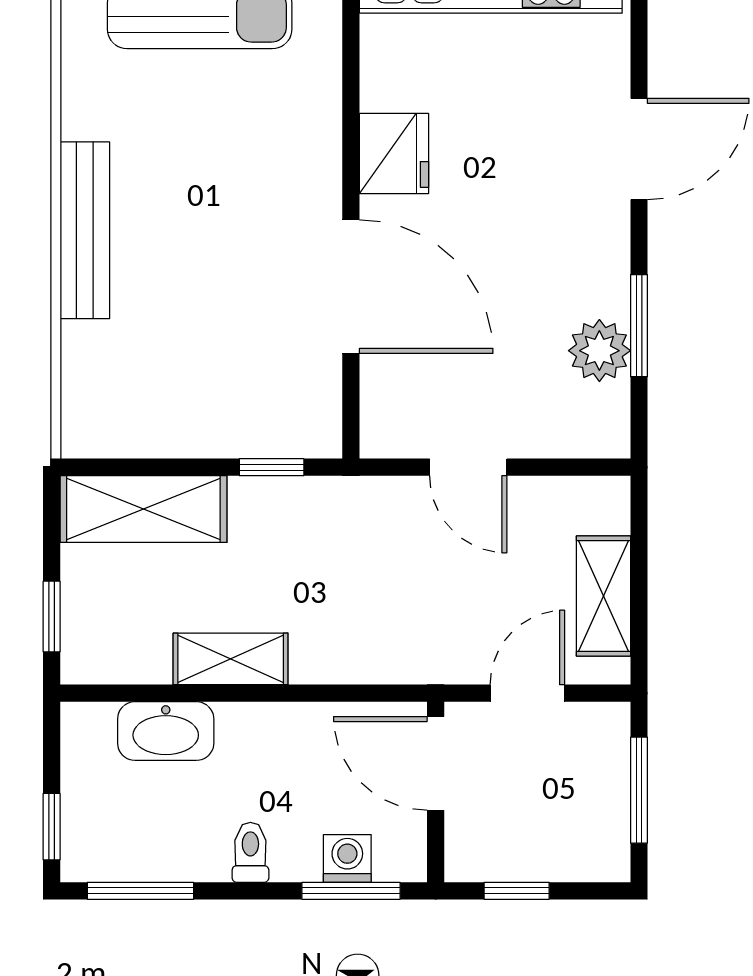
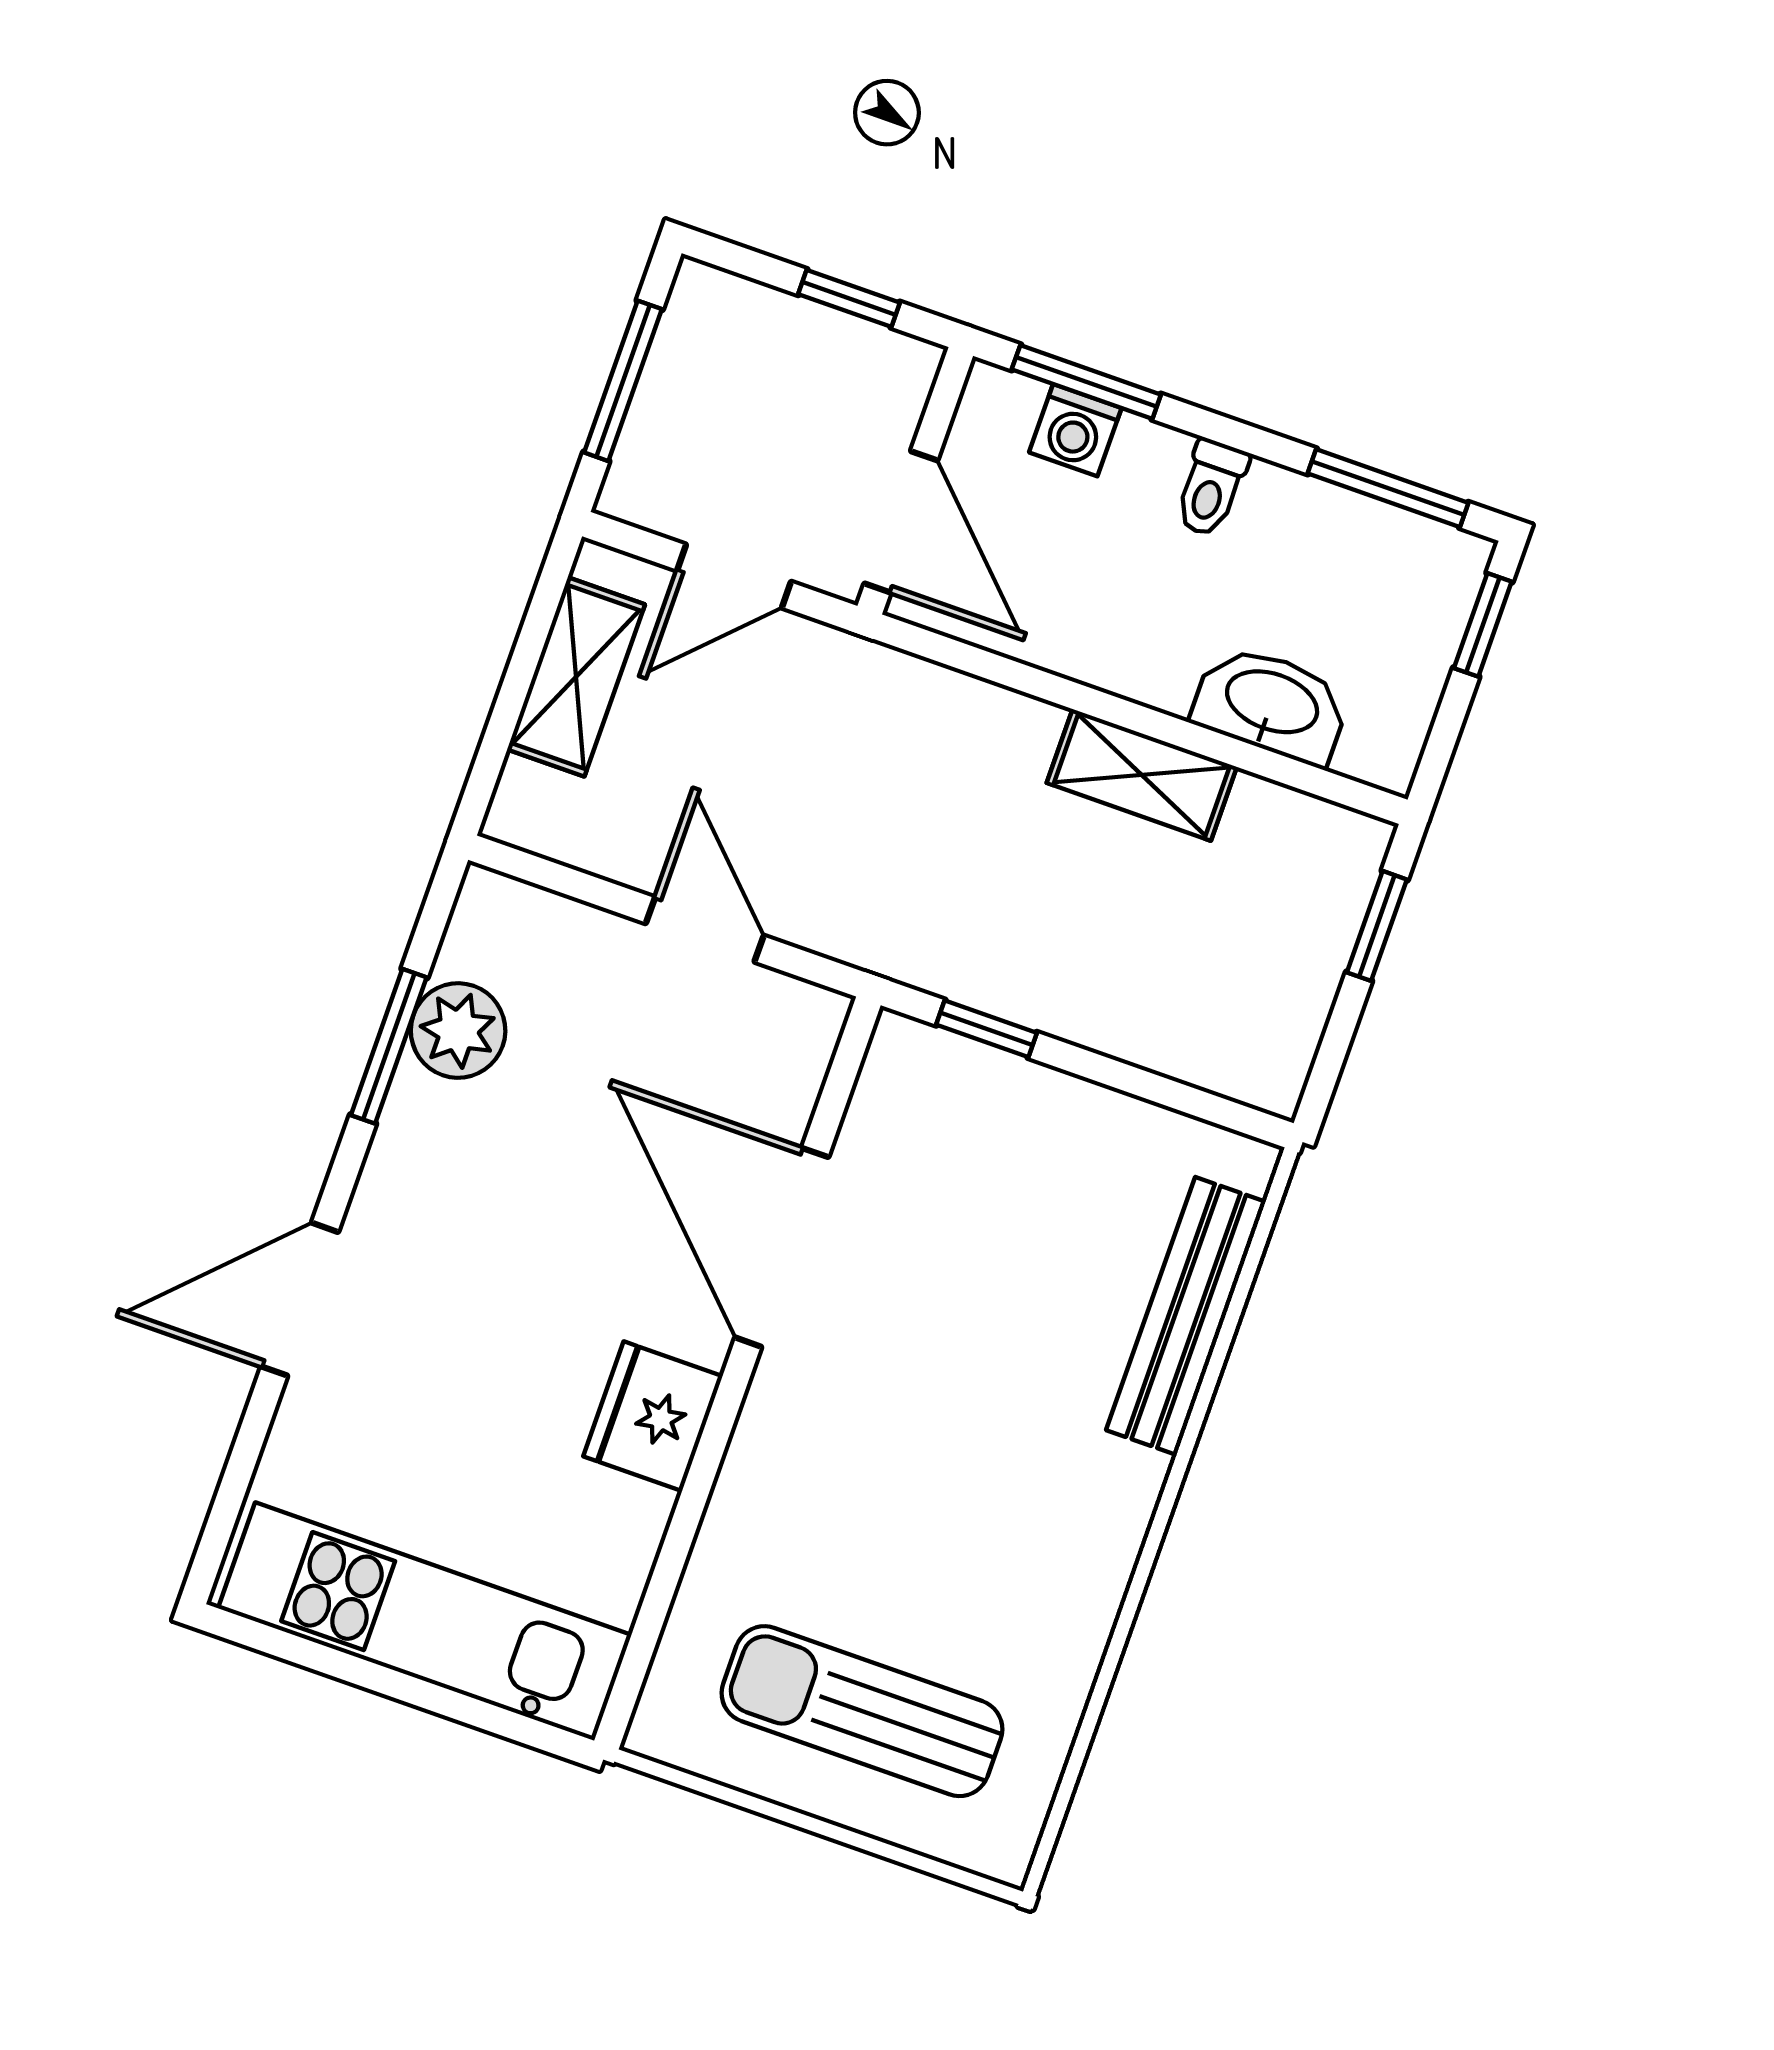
bench: (85, 230) -> (1186, 1316), moved
shelving: (143, 509) -> (1191, 1033), removed

